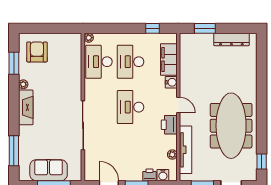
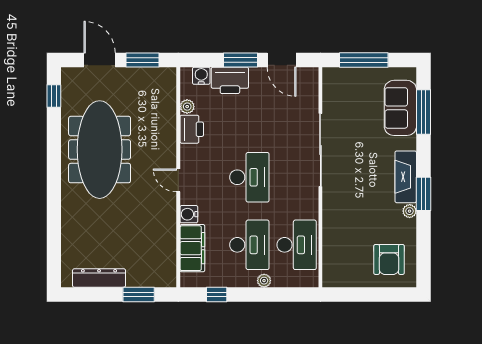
plant: (89, 38) -> (264, 281), moved
window: (14, 63) -> (423, 194), moved
printer: (169, 125) -> (192, 129), moved
tv unit: (186, 150) -> (167, 114), removed
sofa: (49, 170) -> (400, 108), moved, turned 90
printer: (149, 175) -> (230, 80), width x1.87, depth x1.48

